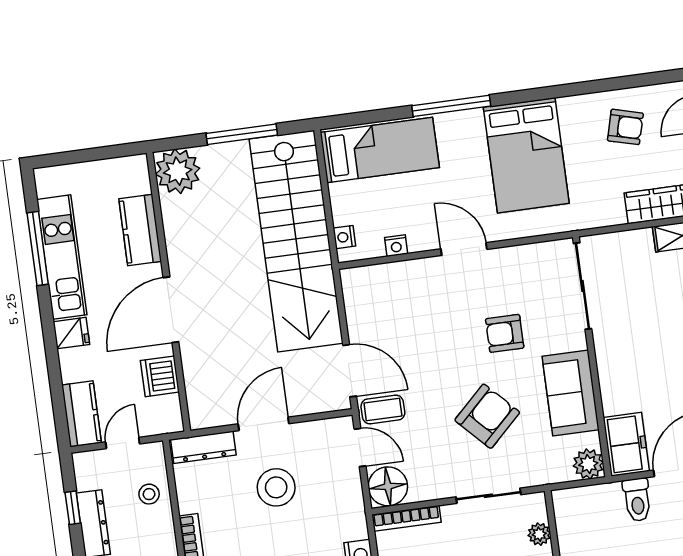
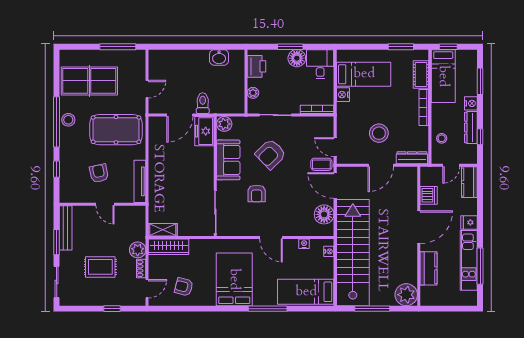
armchair: (505, 333) -> (257, 194), turned 90
floor lamp: (388, 486) -> (324, 214), moved

